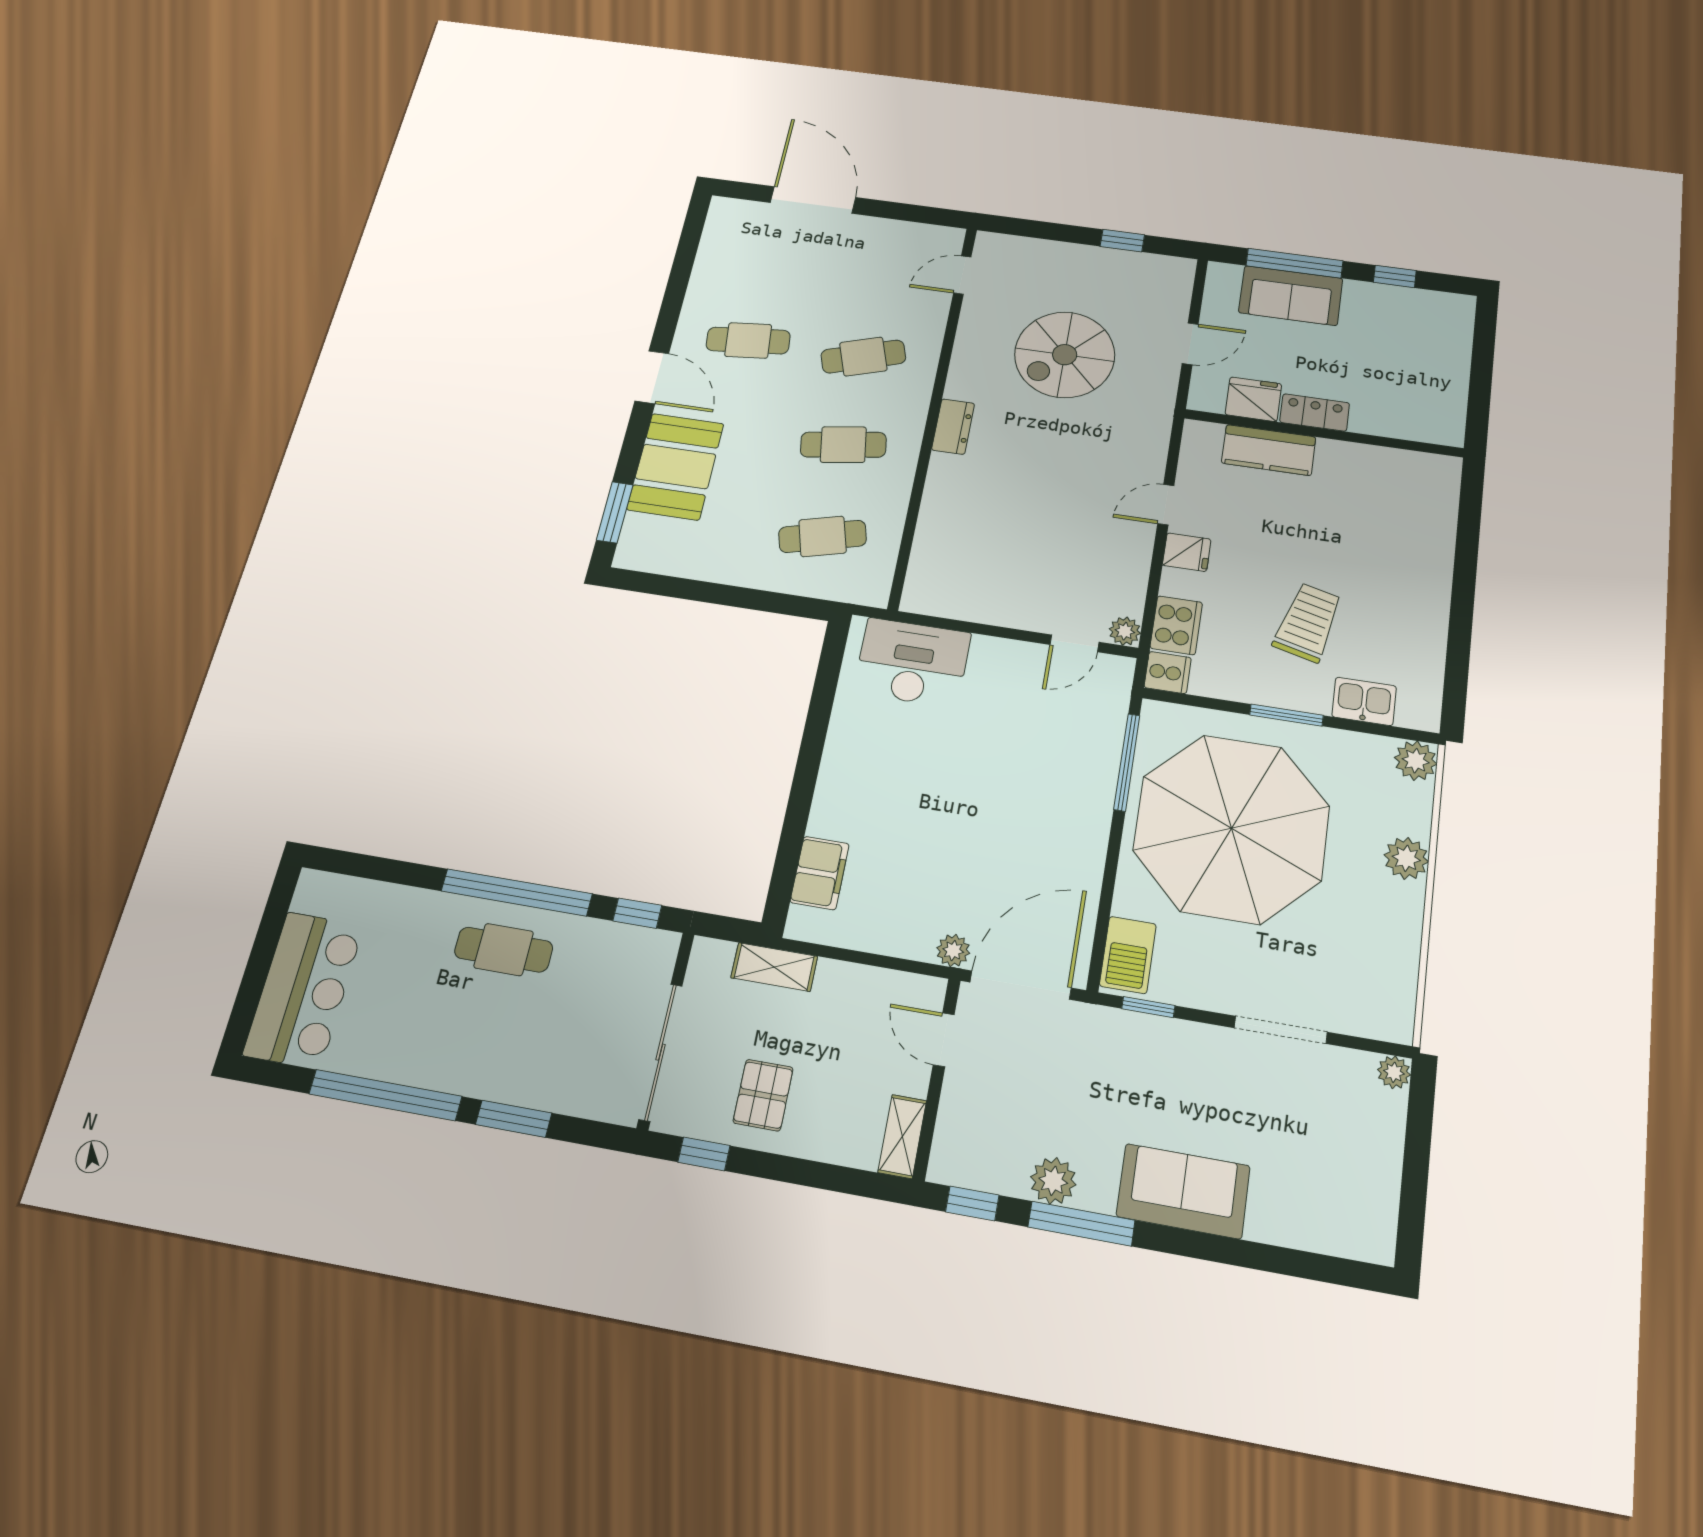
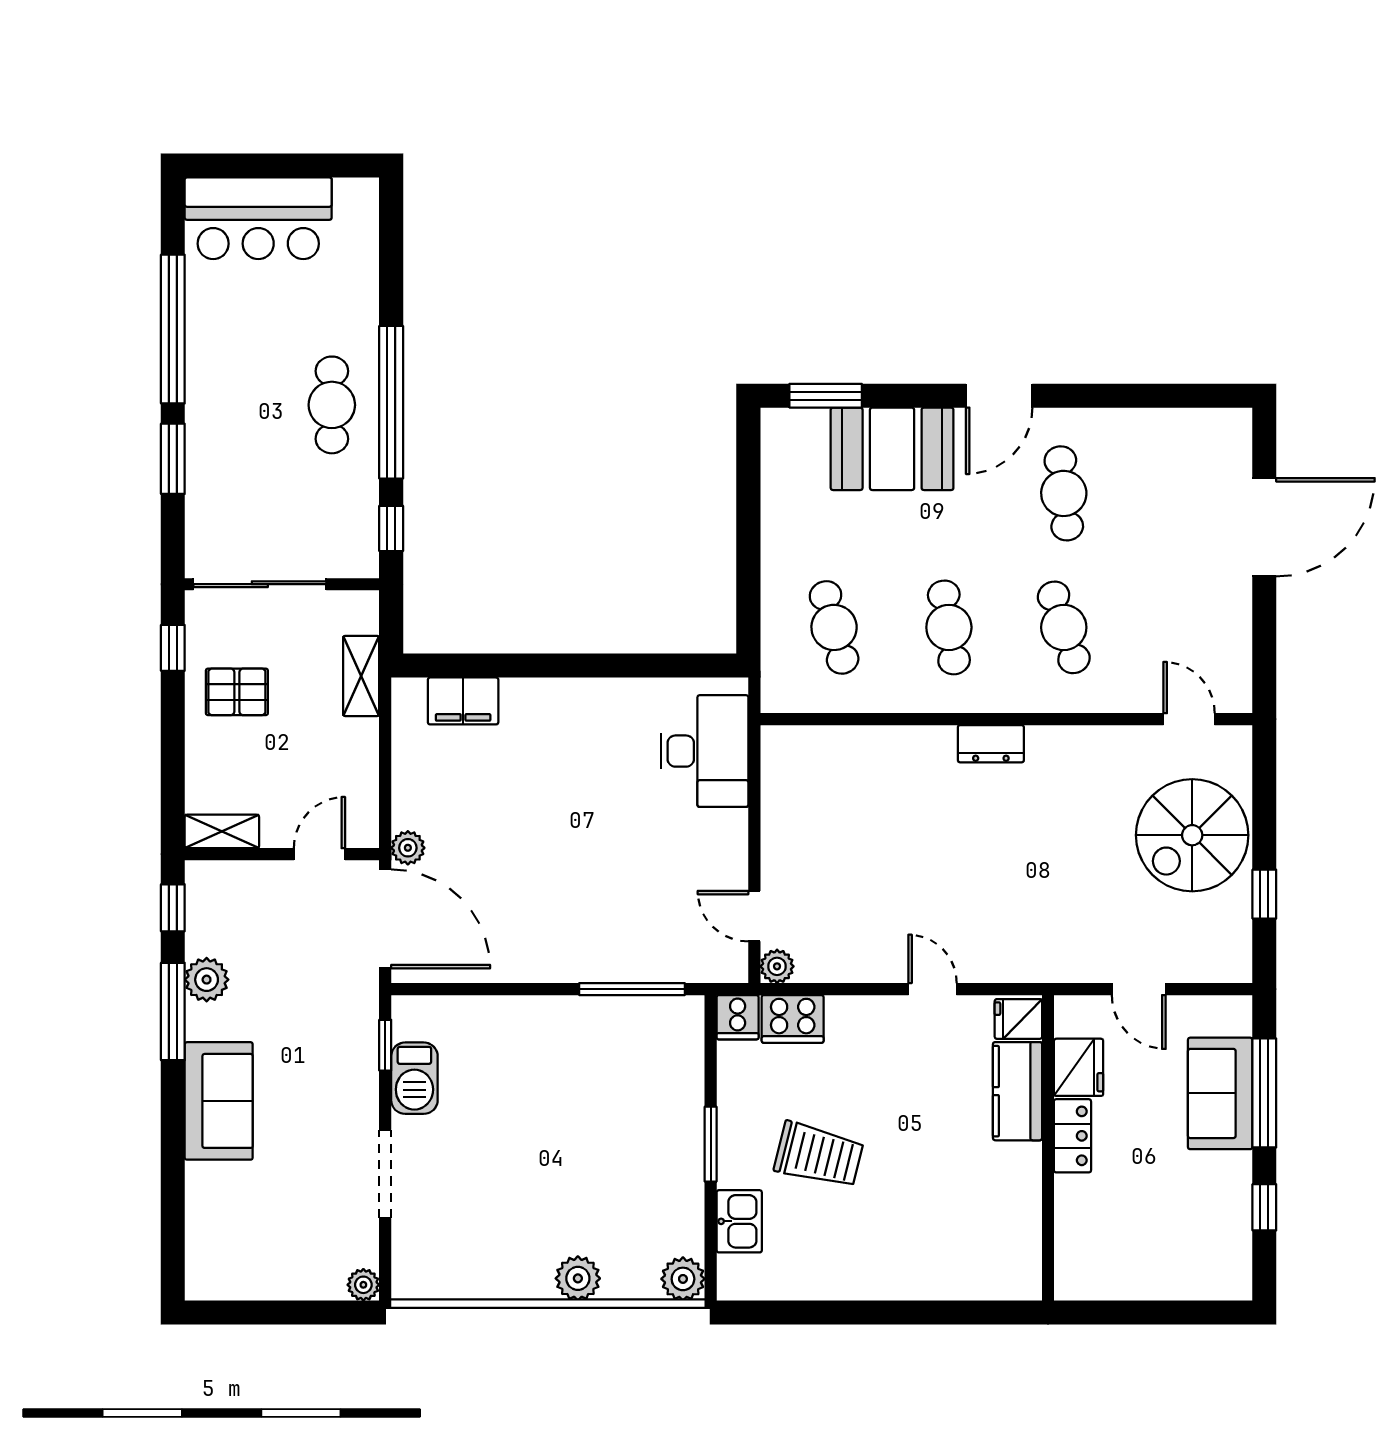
spiral stairs: (1065, 355) -> (1192, 835), moved, turned -90
fridge: (1187, 552) -> (1018, 1019), moved, turned 90
parasol: (1231, 828) -> (580, 1103), removed
barbecue: (1128, 955) -> (414, 1078), moved, turned -90

